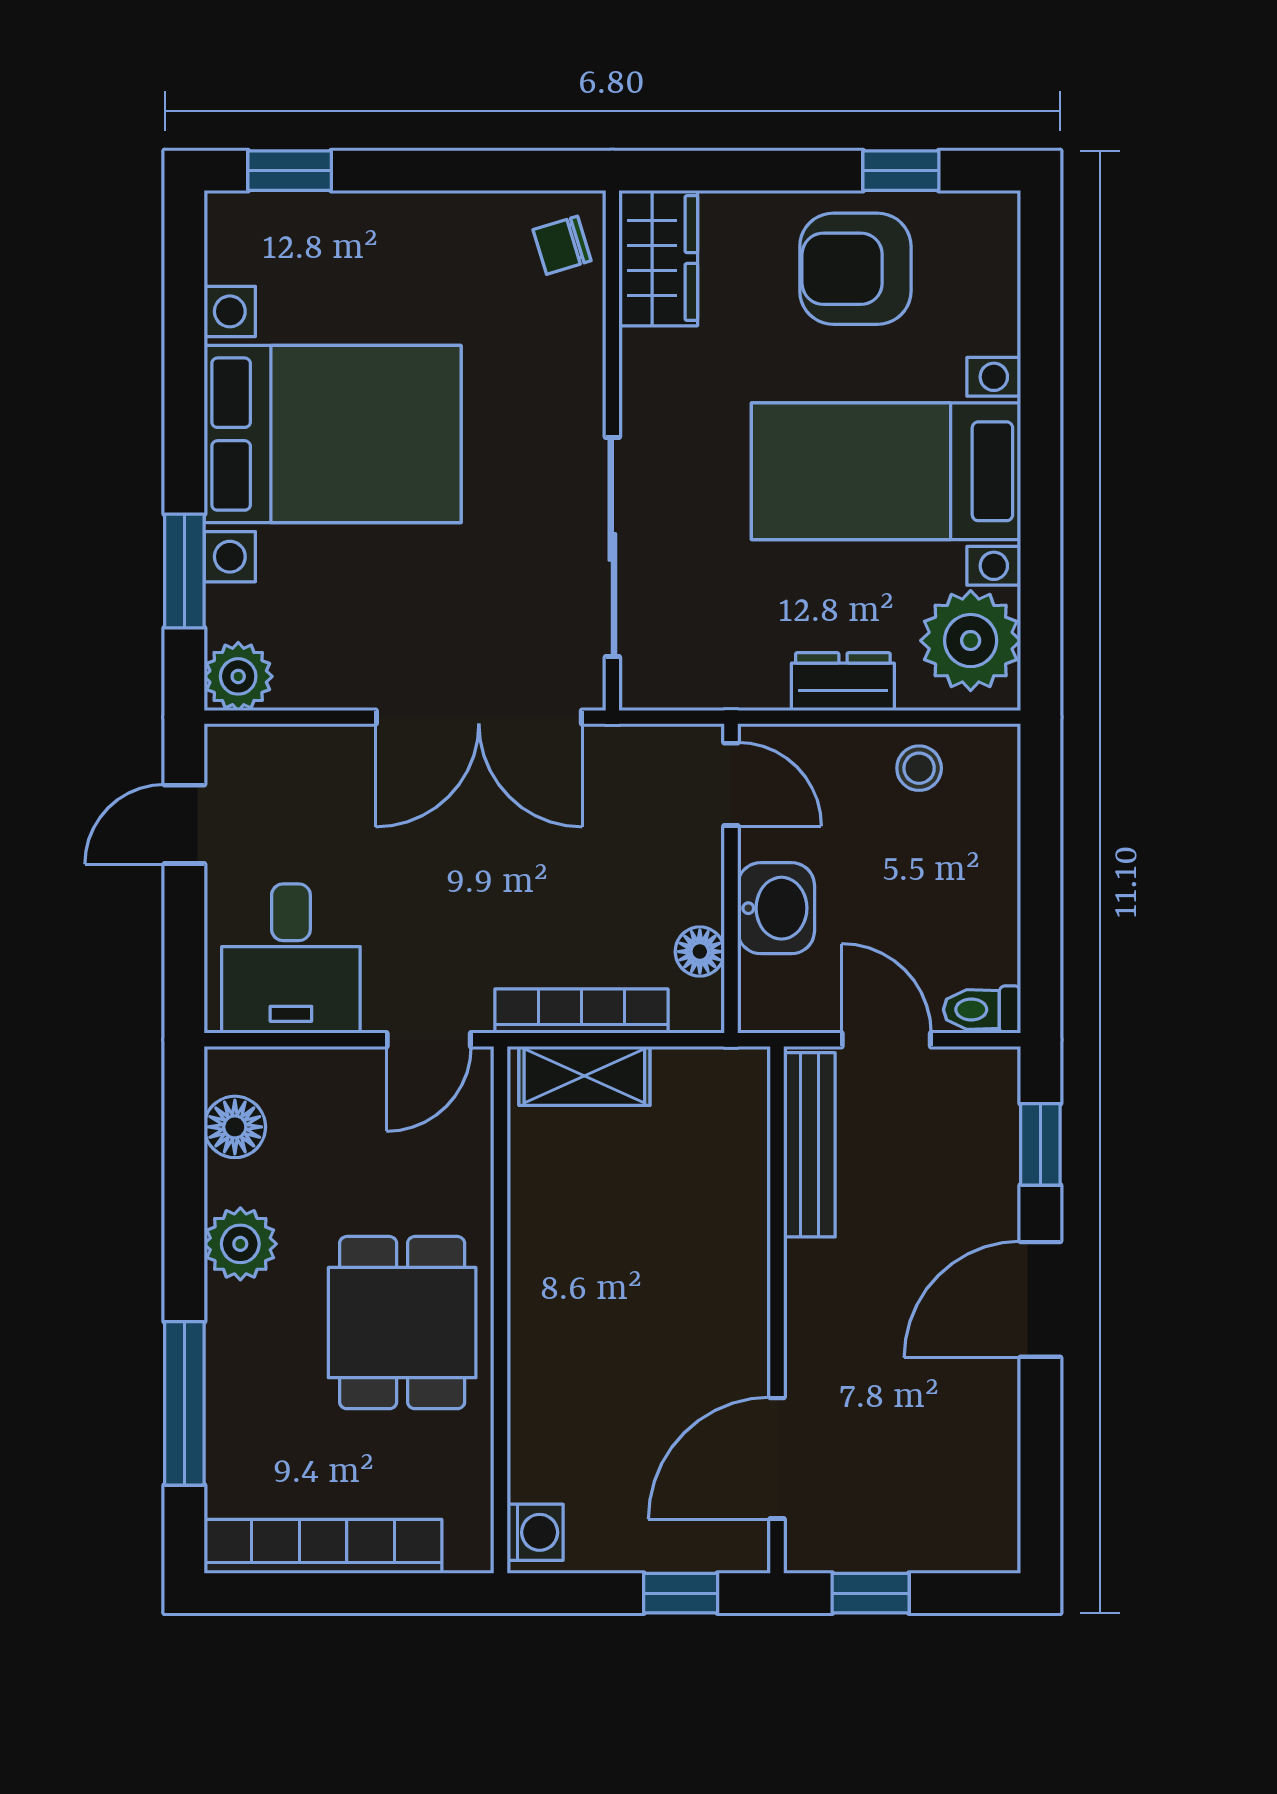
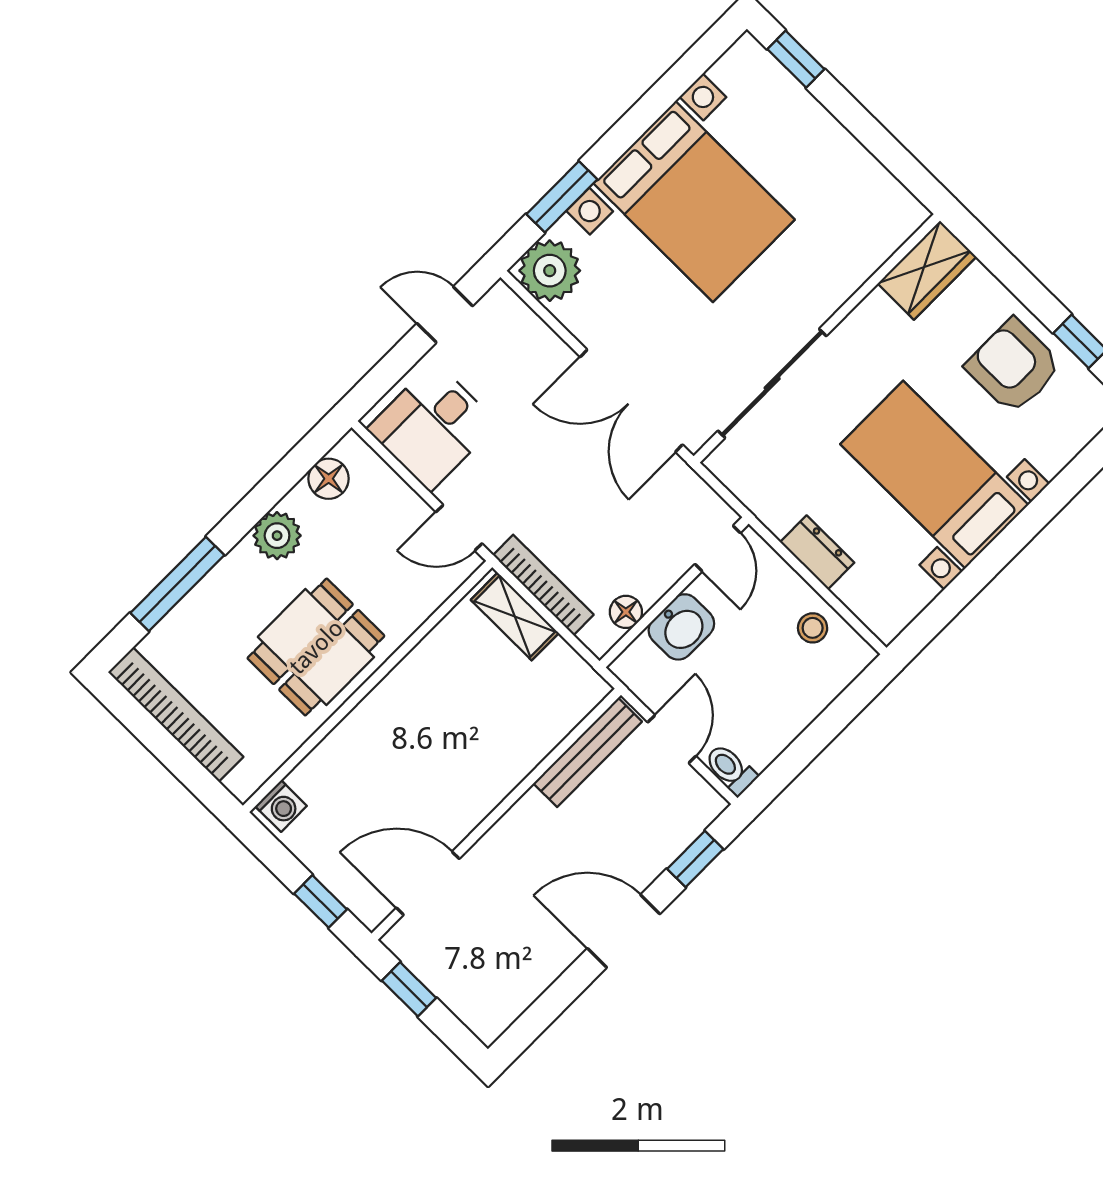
chair: (562, 245) -> (888, 220), removed
plant: (971, 641) -> (896, 592), removed
plant: (238, 676) -> (550, 271), width x1.36, depth x1.36

